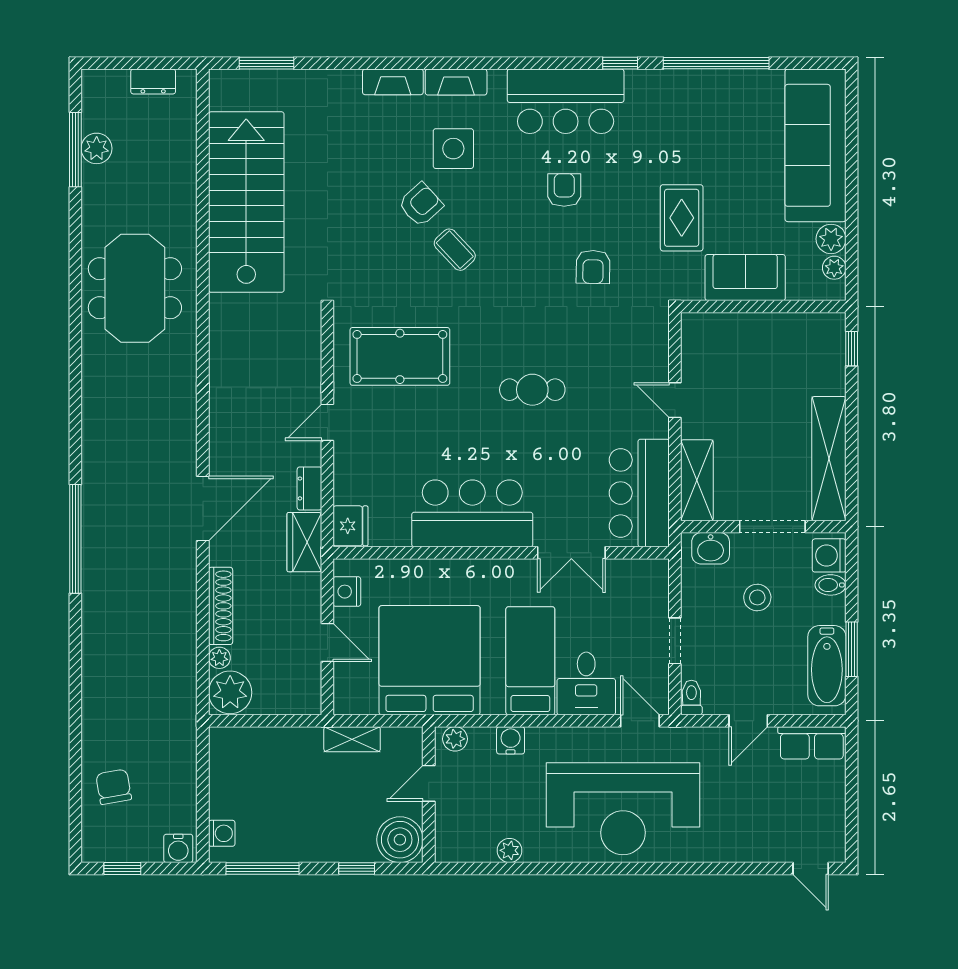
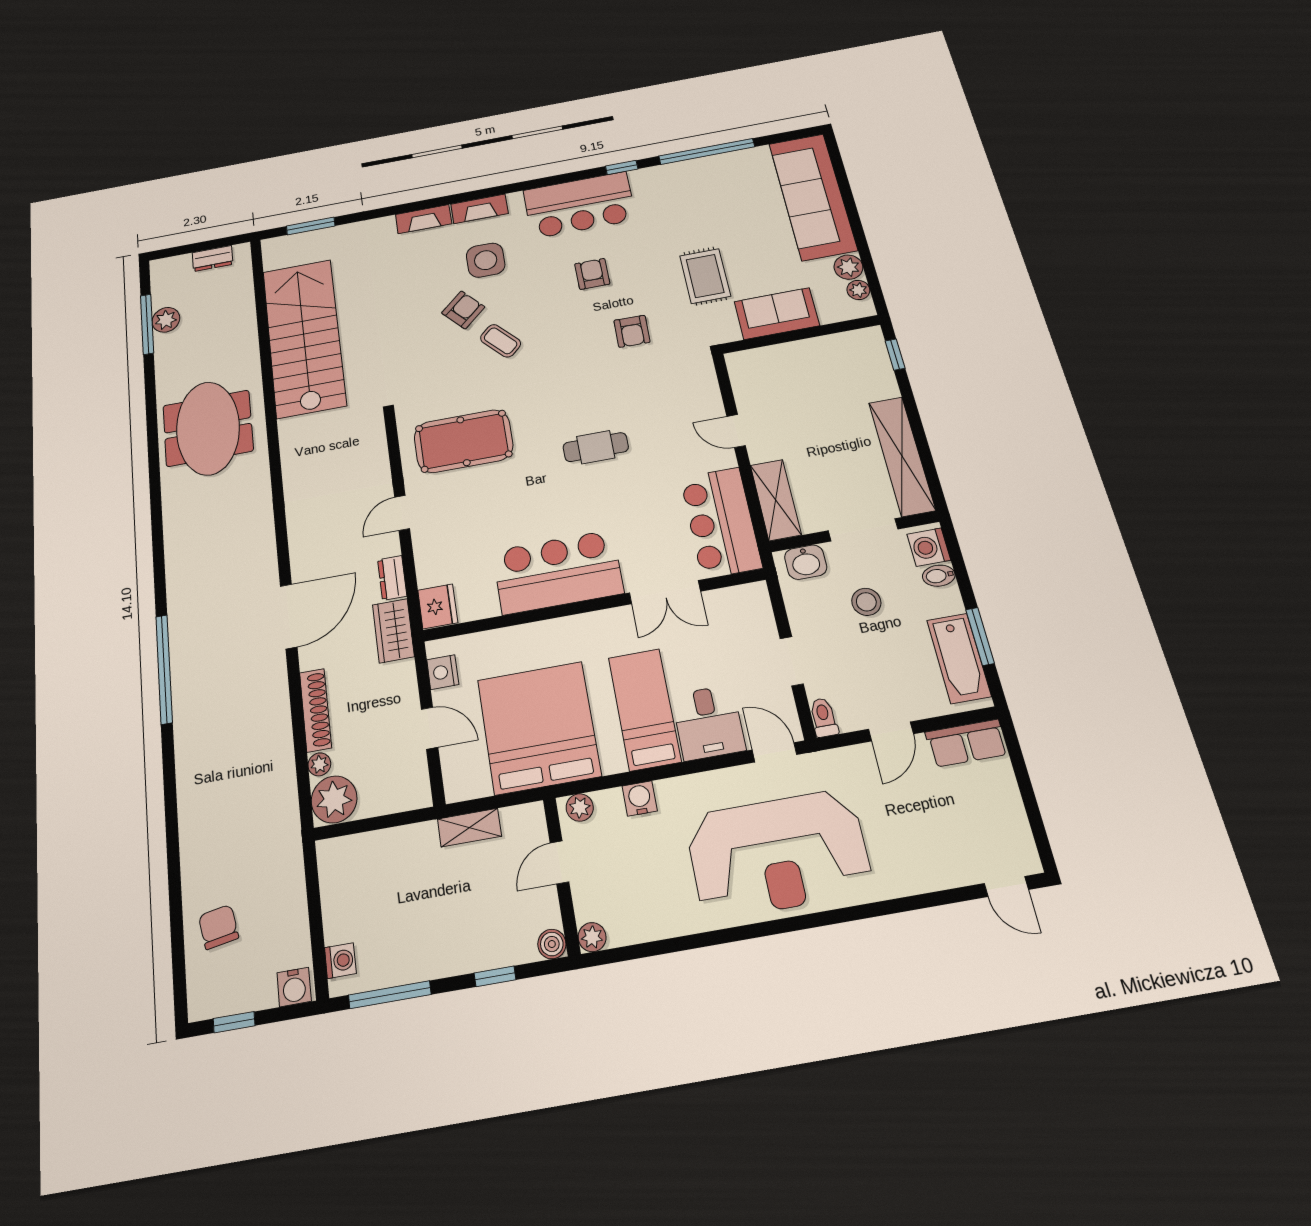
boiler: (400, 840) -> (552, 944), width x0.54, depth x0.54
plant: (510, 850) -> (592, 937), moved

